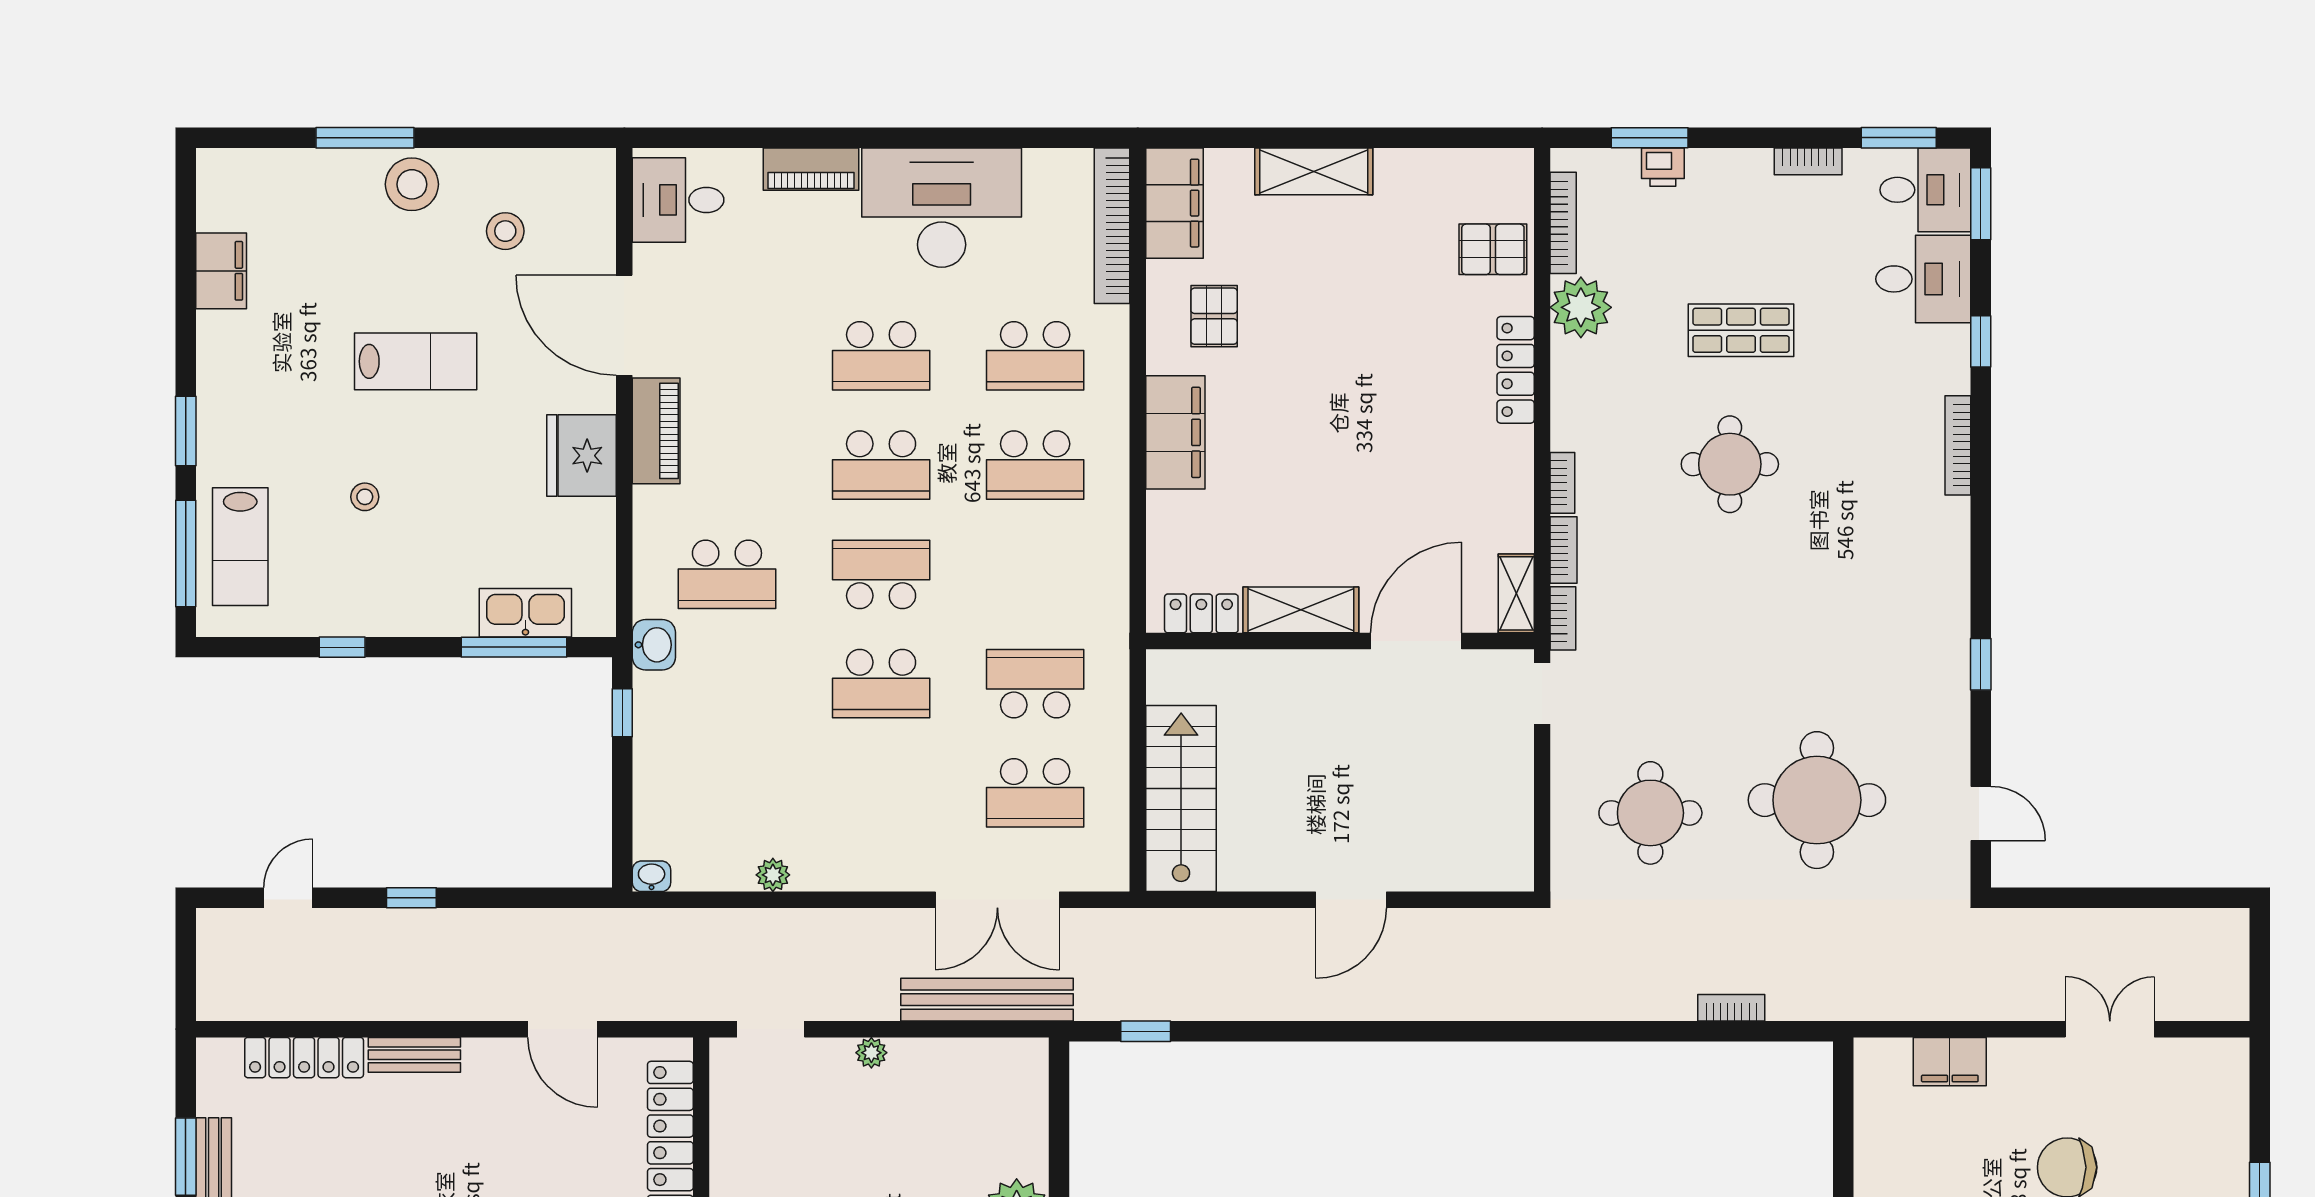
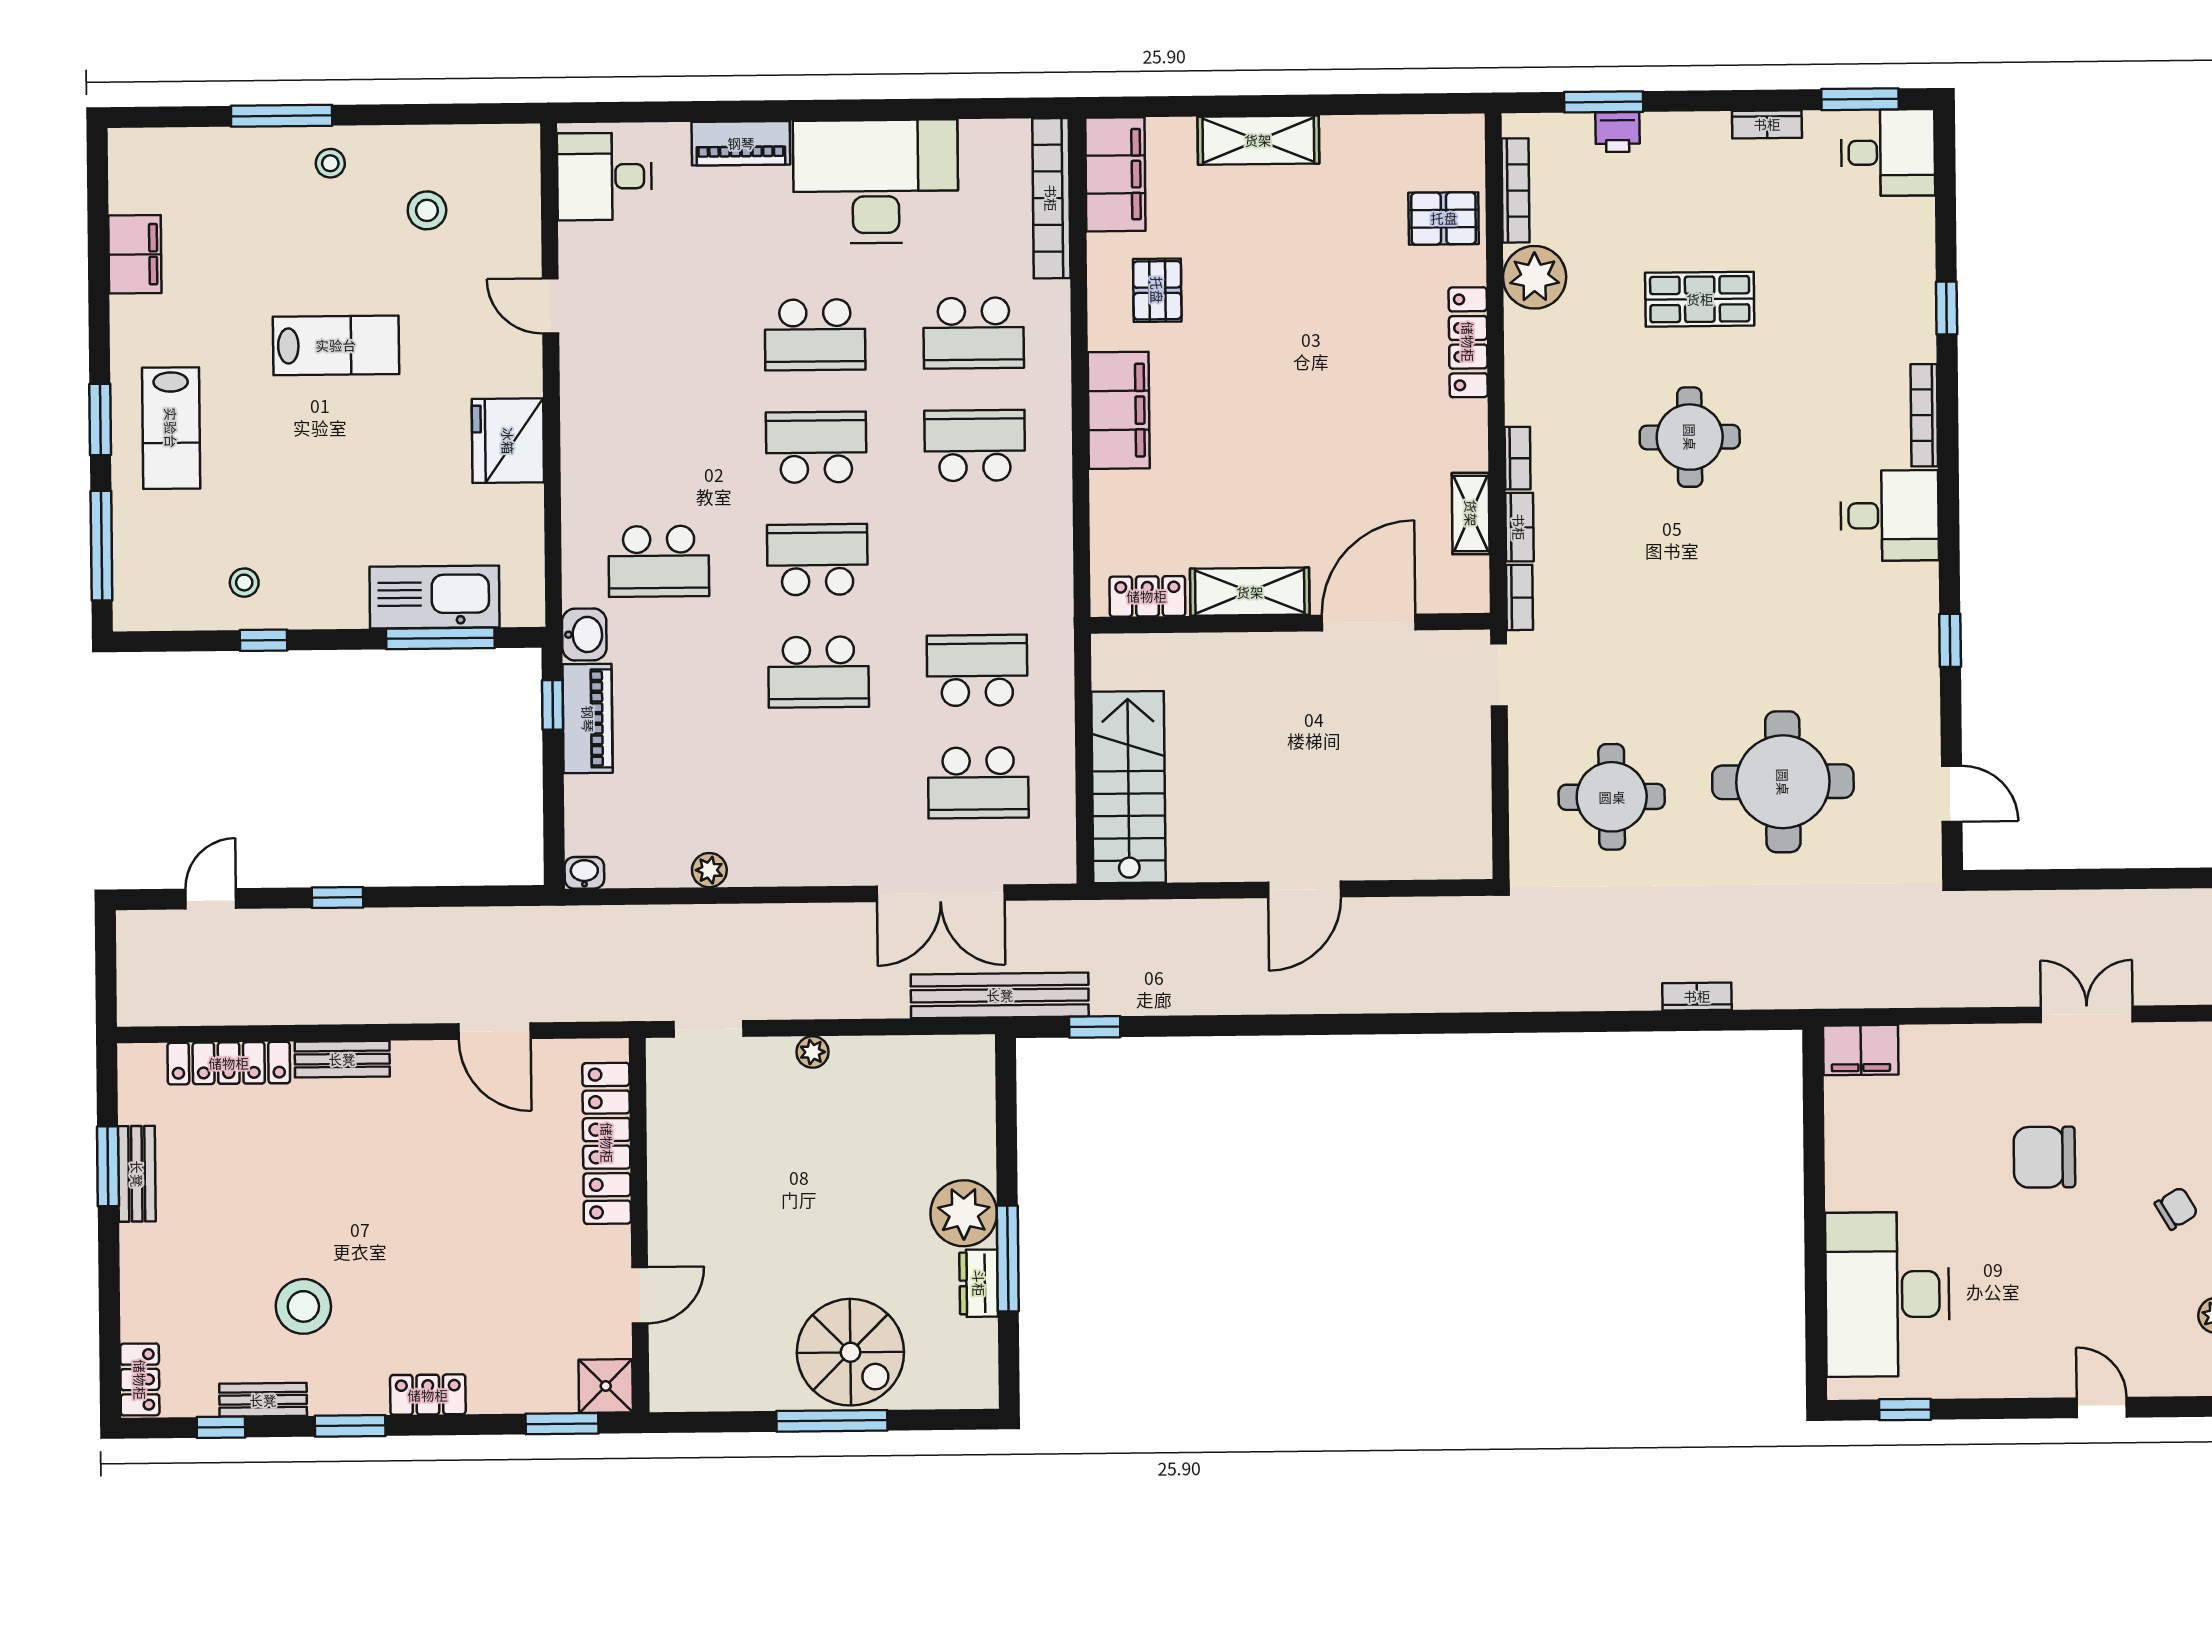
stool: (412, 184) -> (330, 163), width x0.53, depth x0.53
window: (1981, 204) -> (1945, 166), removed
desk: (1923, 279) -> (1890, 515), moved
door: (624, 325) -> (550, 306), width x0.53
piano: (656, 431) -> (588, 719), moved
school desk: (881, 465) -> (816, 447), turned 180
school desk: (1035, 465) -> (975, 446), turned 180
stool: (365, 497) -> (244, 583), moved
lab bench: (240, 547) -> (171, 428), moved
shelving: (1516, 593) -> (1471, 513), moved
kitchen sink: (525, 613) -> (435, 597), width x1.36, depth x1.24
bench: (987, 1000) -> (1000, 995), moved
filing cabinet: (1950, 1062) -> (1861, 1050), moved

